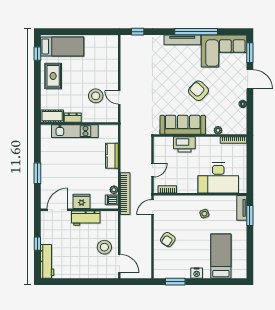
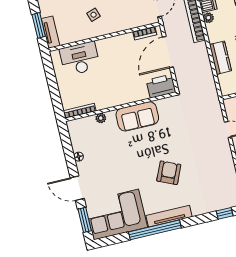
armchair: (198, 91) -> (169, 173), moved, turned -109
sofa: (183, 125) -> (137, 116), width x0.73
printer: (184, 144) -> (161, 86), moved
door: (152, 170) -> (168, 52), width x1.87
desk: (218, 178) -> (80, 59), width x0.73, depth x0.77

